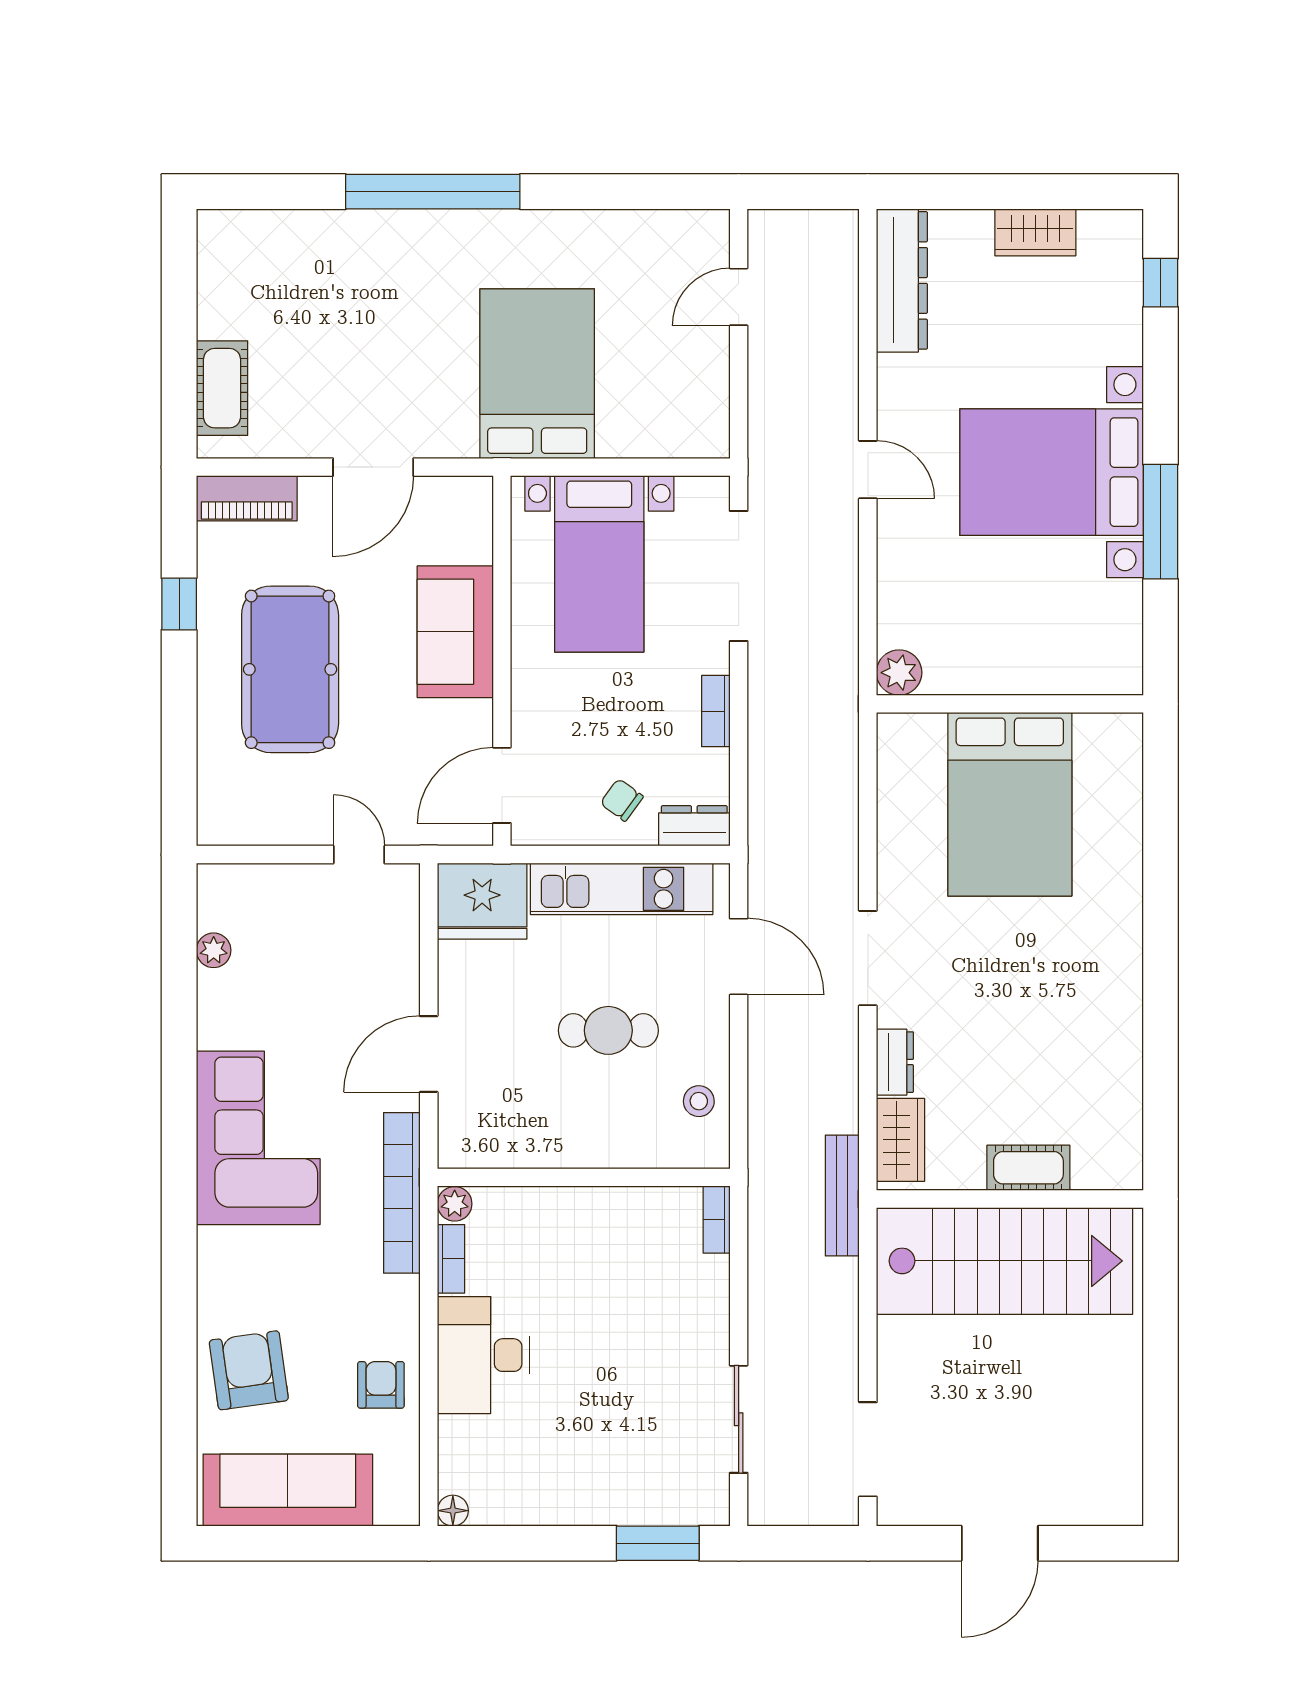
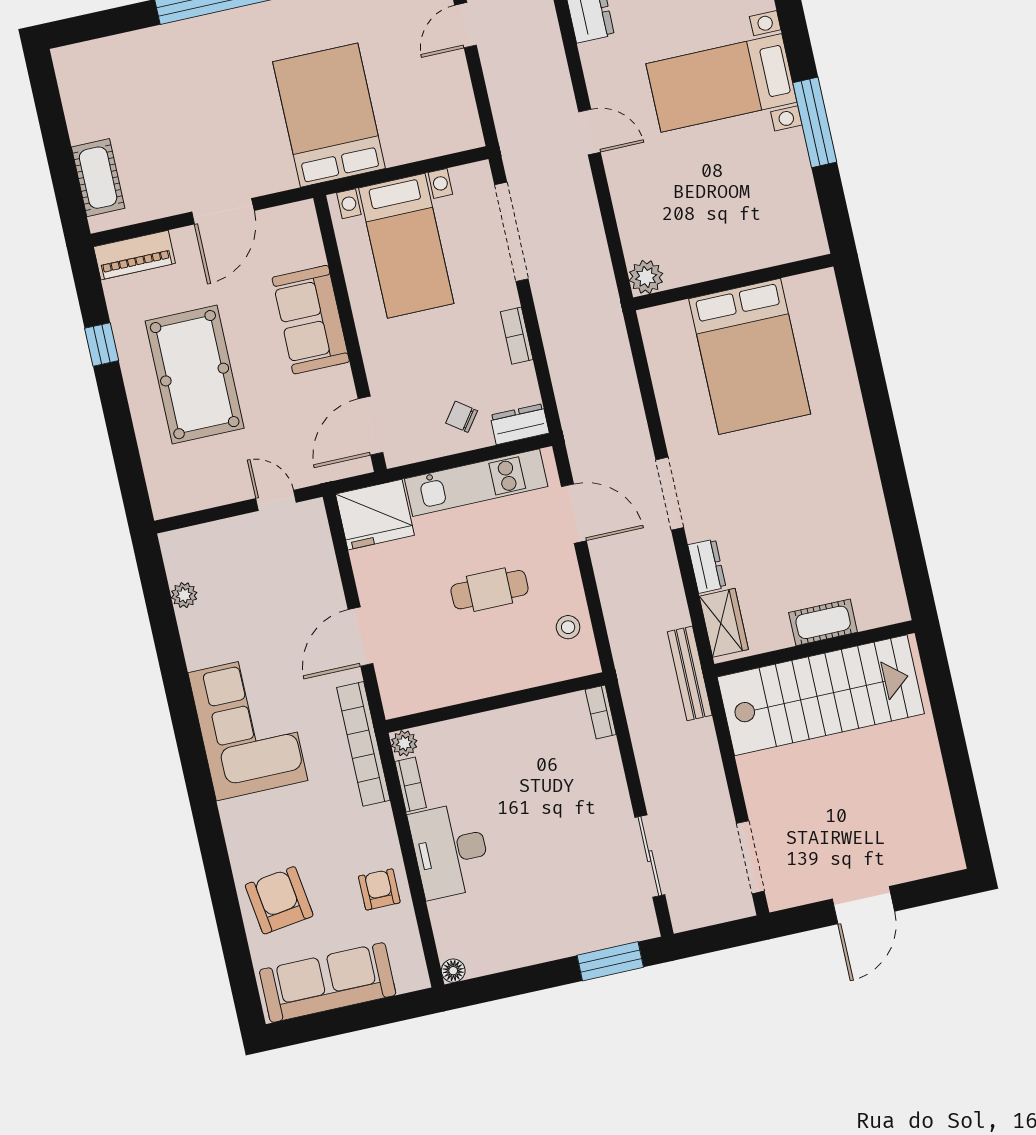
bed with nightstands: (1052, 472) -> (721, 83), width x0.73

